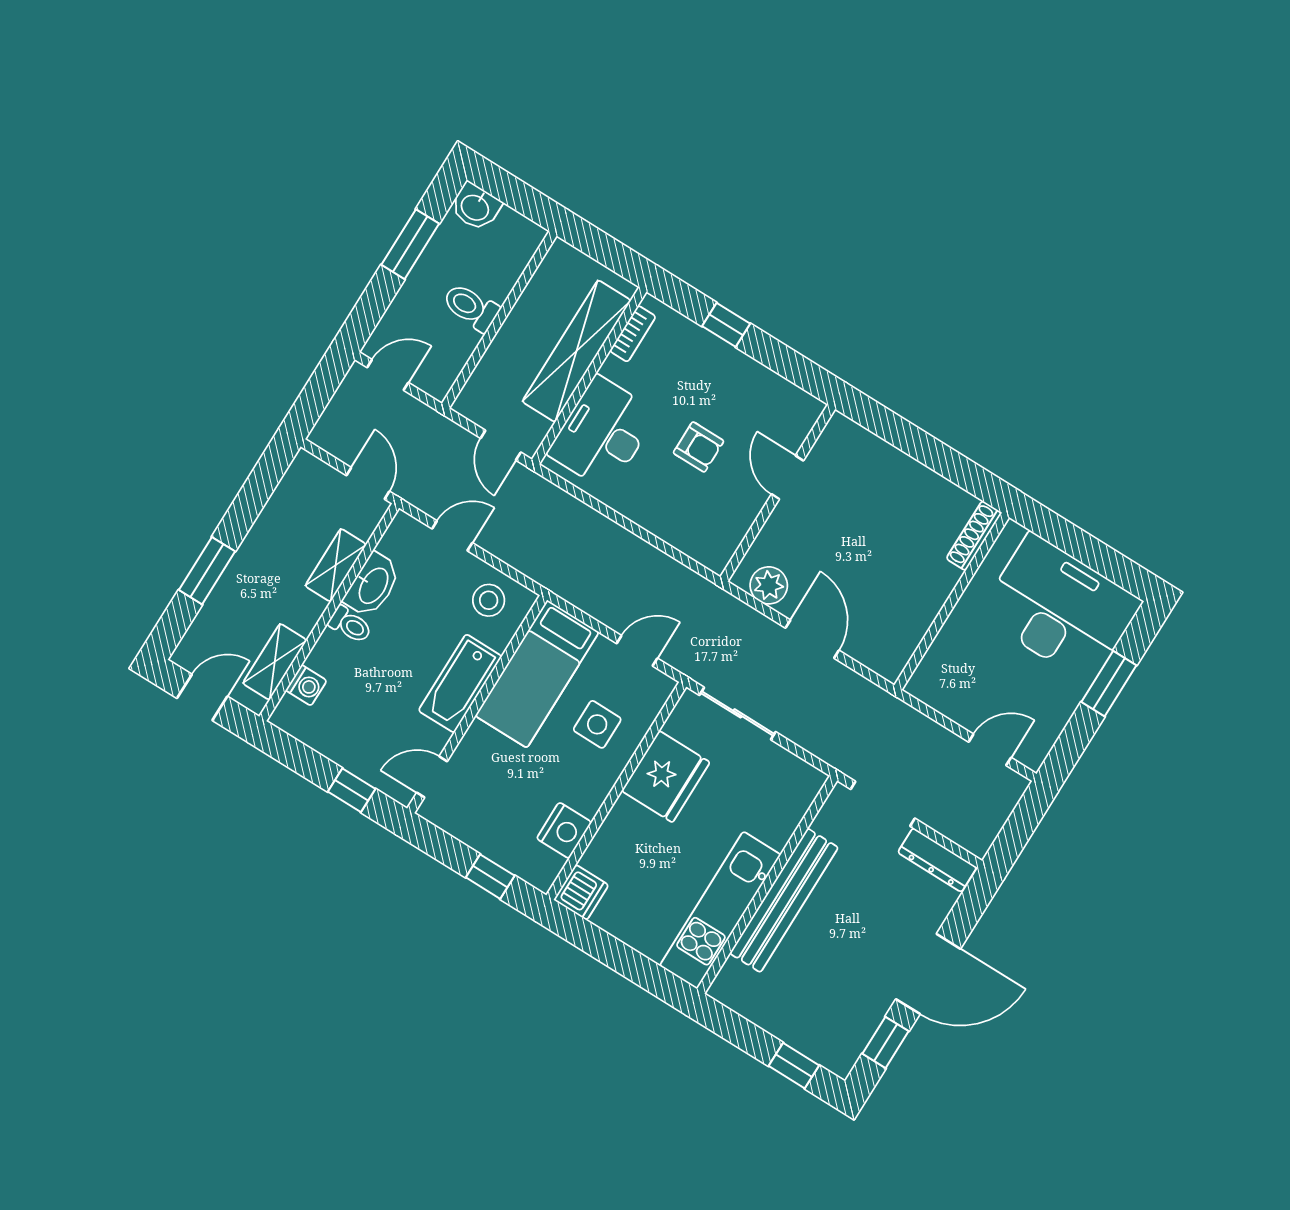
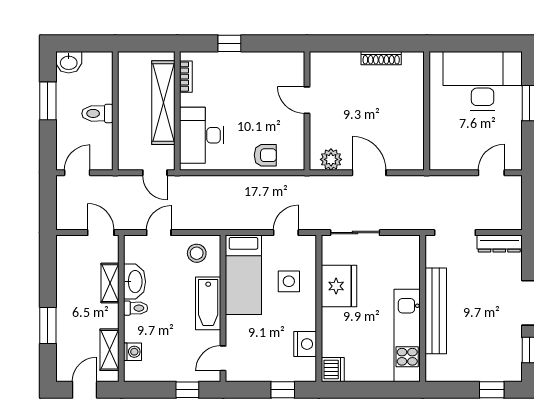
armchair: (699, 447) -> (265, 155), moved
shoe rack: (974, 536) -> (381, 58), moved, turned -90

